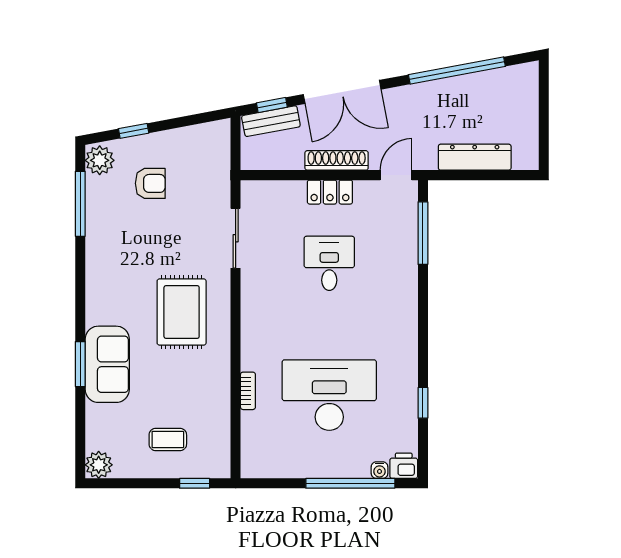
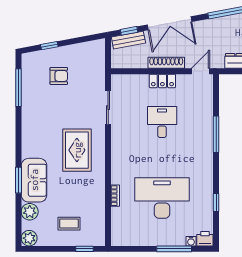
plant: (100, 160) -> (30, 212), moved
window: (423, 233) -> (216, 134), moved
window: (350, 483) -> (174, 249), width x0.68

